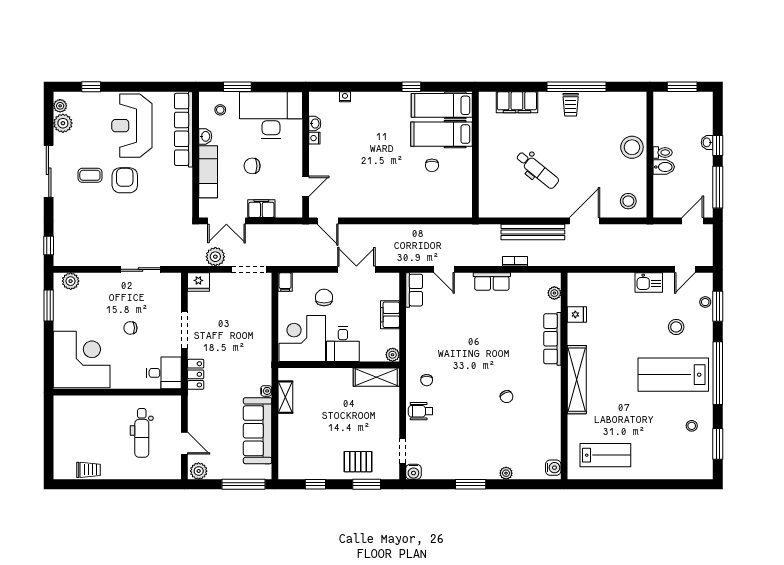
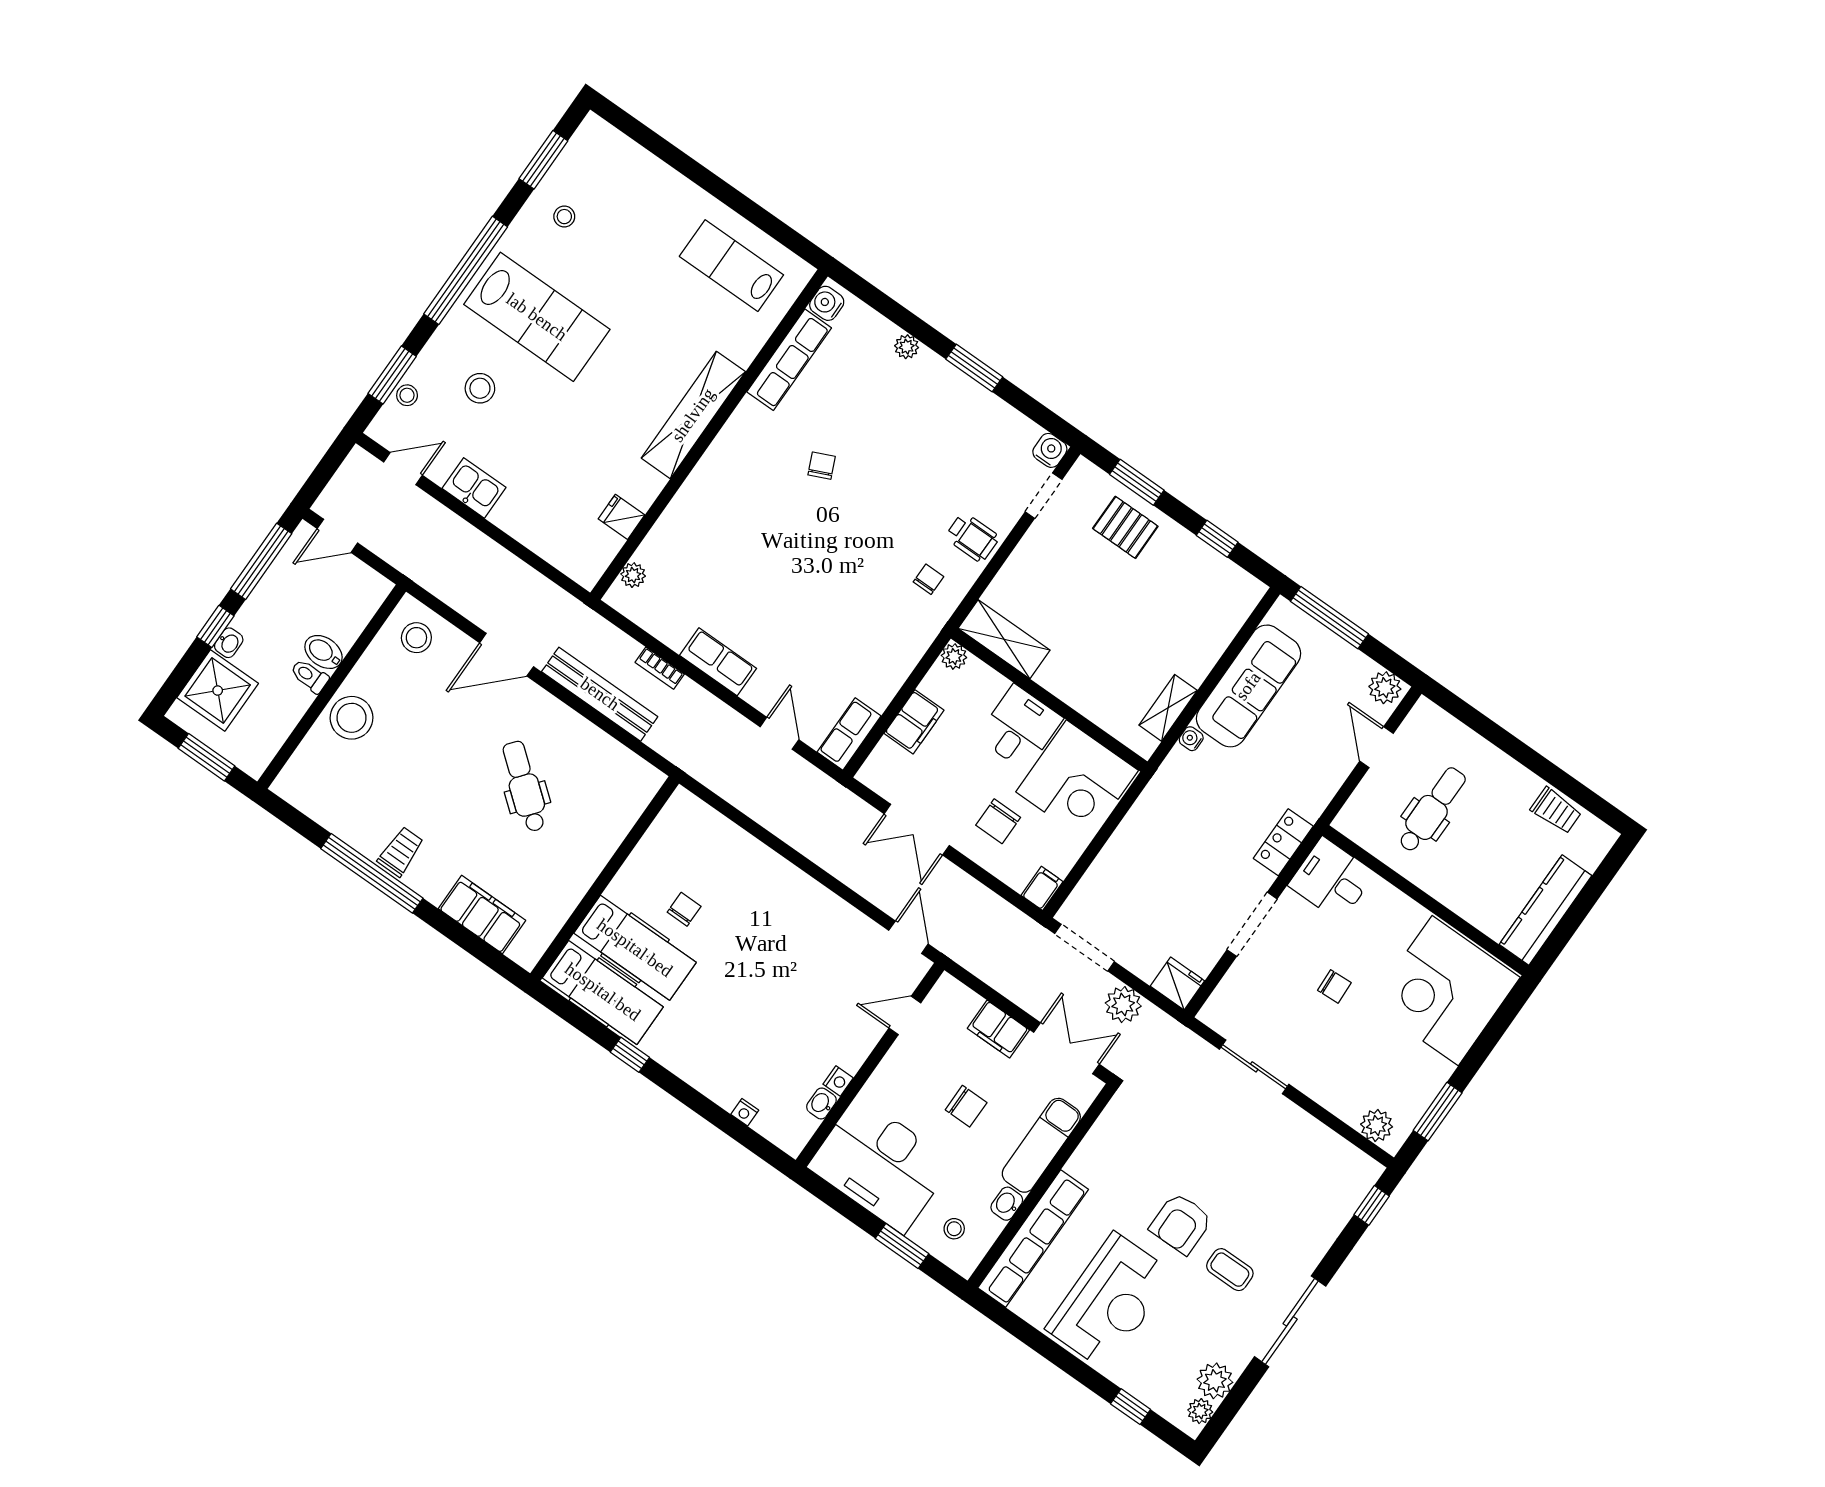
shower: (697, 119) -> (218, 691), added
row of seats: (552, 339) -> (789, 360), moved
kitchen counter: (63, 424) -> (1546, 910), added
trolley: (88, 470) -> (1556, 811), turned 180

